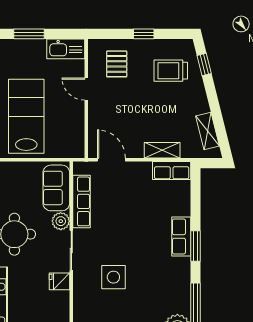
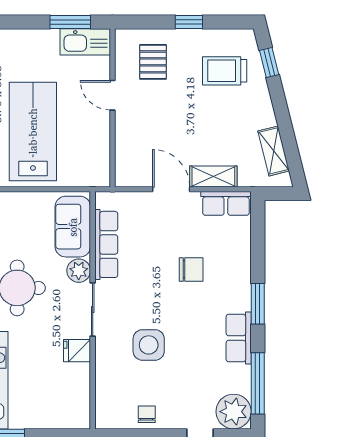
window: (29, 34) -> (70, 22), moved
door: (111, 160) -> (171, 189), moved
chair: (145, 220) -> (191, 269), added
row of seats: (181, 236) -> (239, 338), moved

